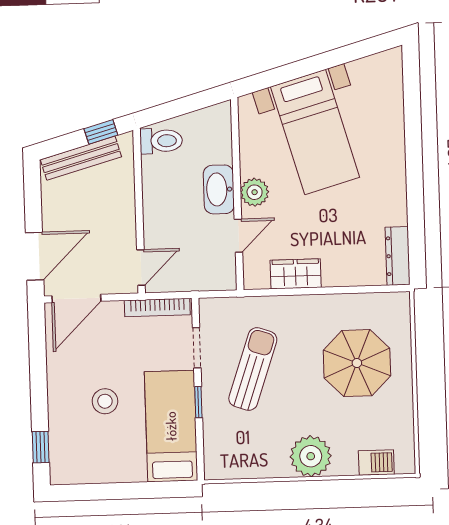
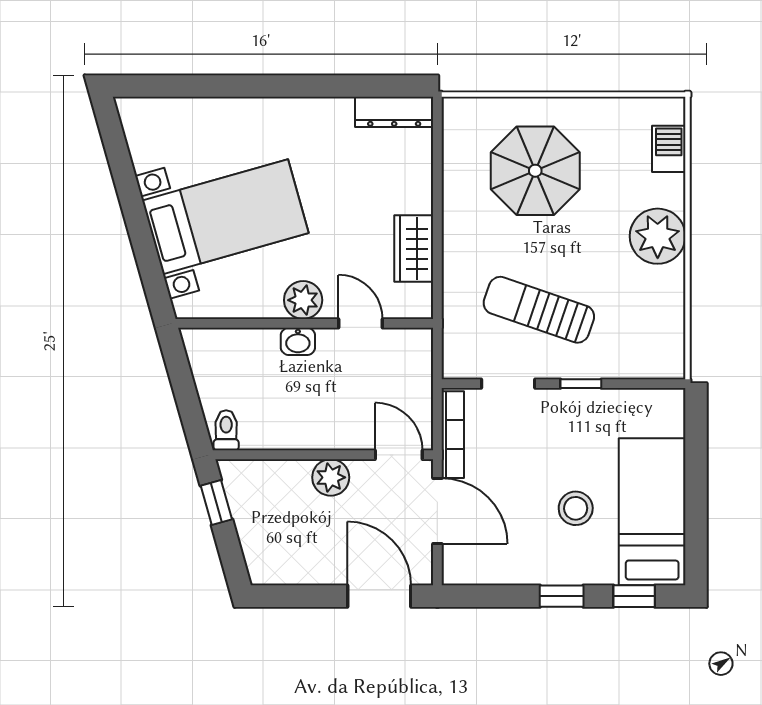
toilet: (161, 141) -> (226, 430), width x0.73, depth x0.72
bench: (81, 158) -> (250, 530), removed
washbasin: (219, 189) -> (298, 341), width x0.52, depth x0.69
plant: (122, 217) -> (331, 477), added
door: (76, 298) -> (437, 511), moved
window: (39, 393) -> (562, 596), added
bed: (171, 426) -> (652, 512), moved, turned 90

